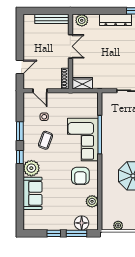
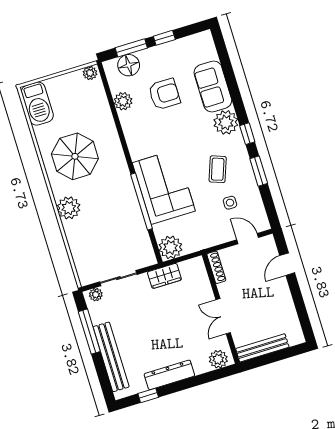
wardrobe: (82, 83) -> (164, 276), moved
plant: (90, 100) -> (170, 247), added
armchair: (80, 176) -> (164, 94), moved, turned 90
plant: (118, 225) -> (90, 73), moved

